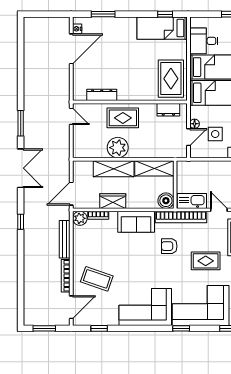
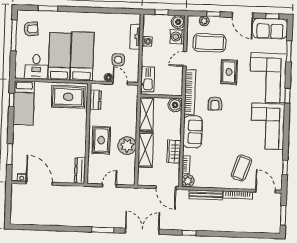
dresser: (102, 95) -> (80, 171), moved
door: (71, 116) -> (109, 186), moved
kitchen sink: (192, 201) -> (147, 79), moved, turned 180

